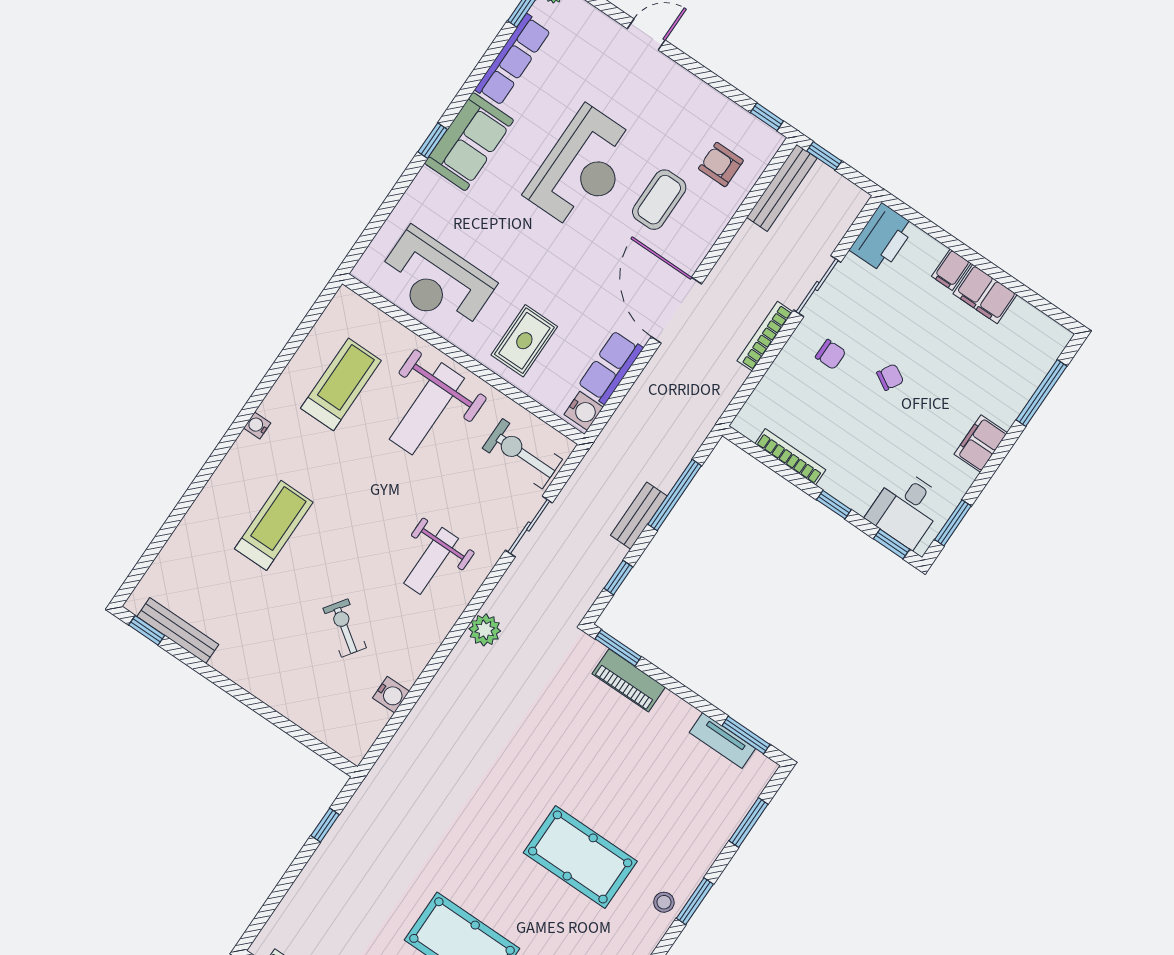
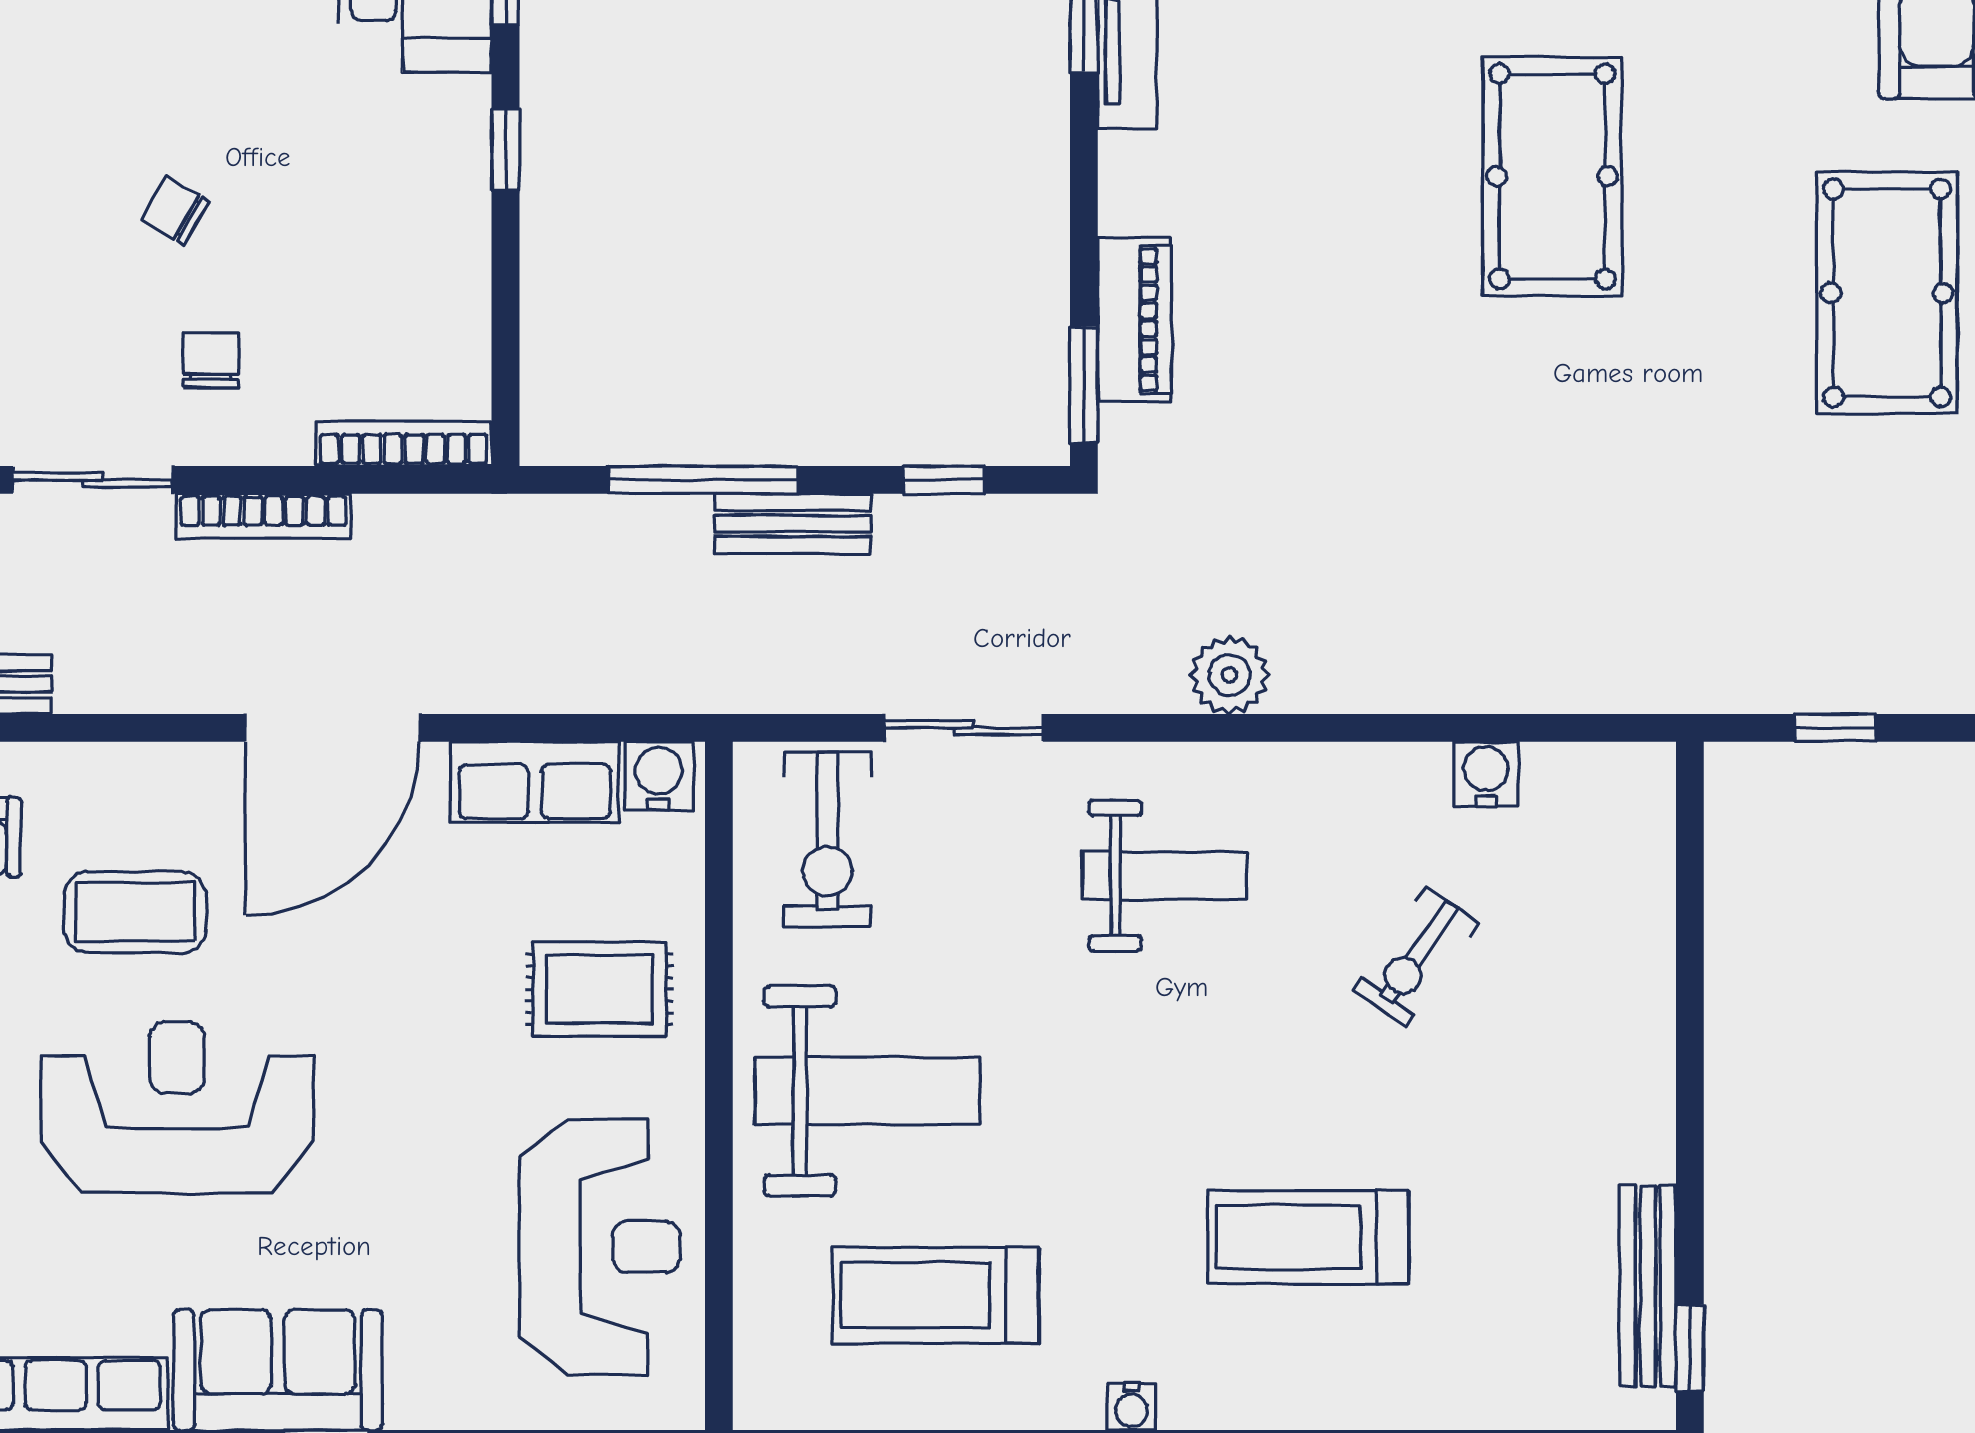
bookcase: (790, 457) -> (404, 444), moved, turned 90

